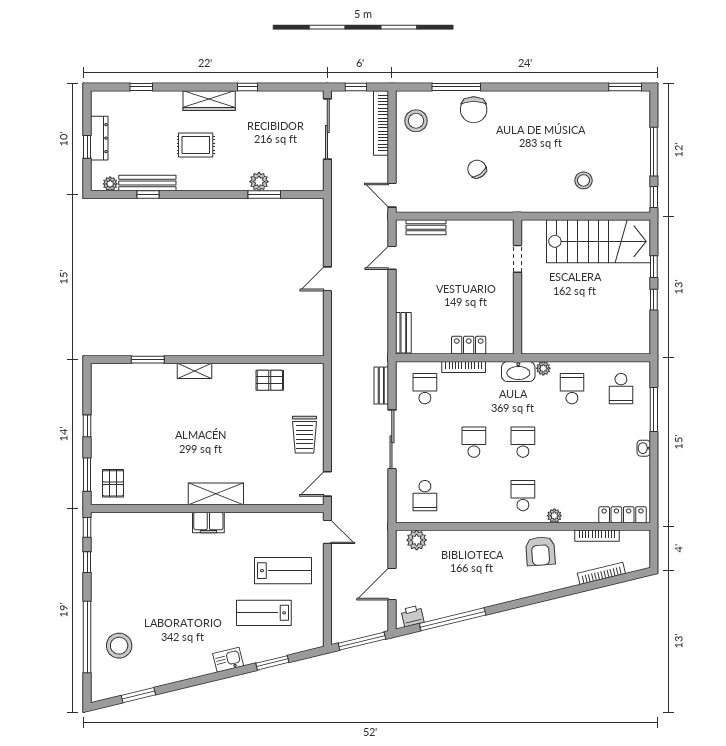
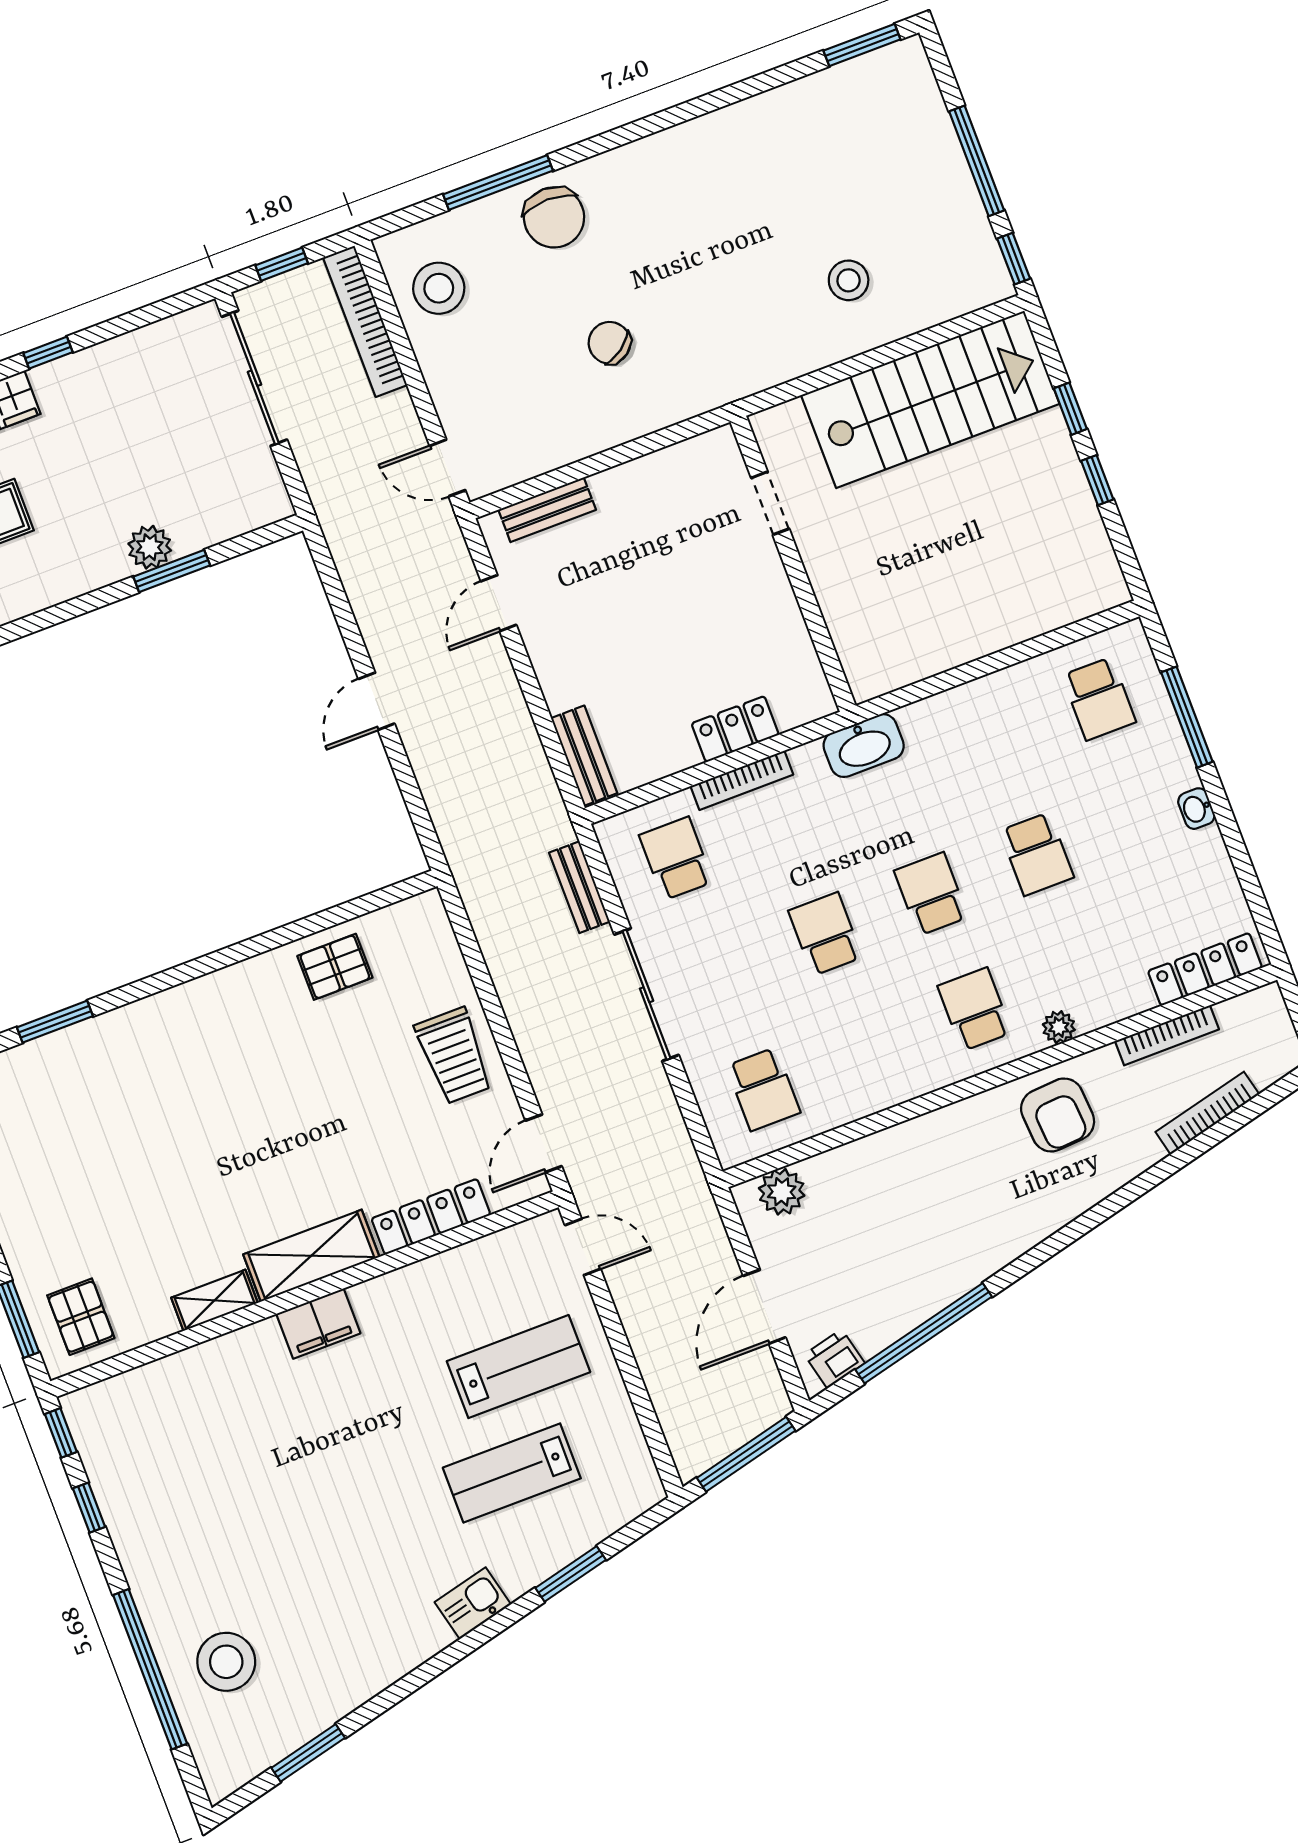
plant: (543, 368) -> (915, 718), removed
shelving: (195, 371) -> (214, 1300), moved
school desk: (572, 389) -> (1037, 854), moved, turned 180
locker: (270, 496) -> (431, 1217), added

